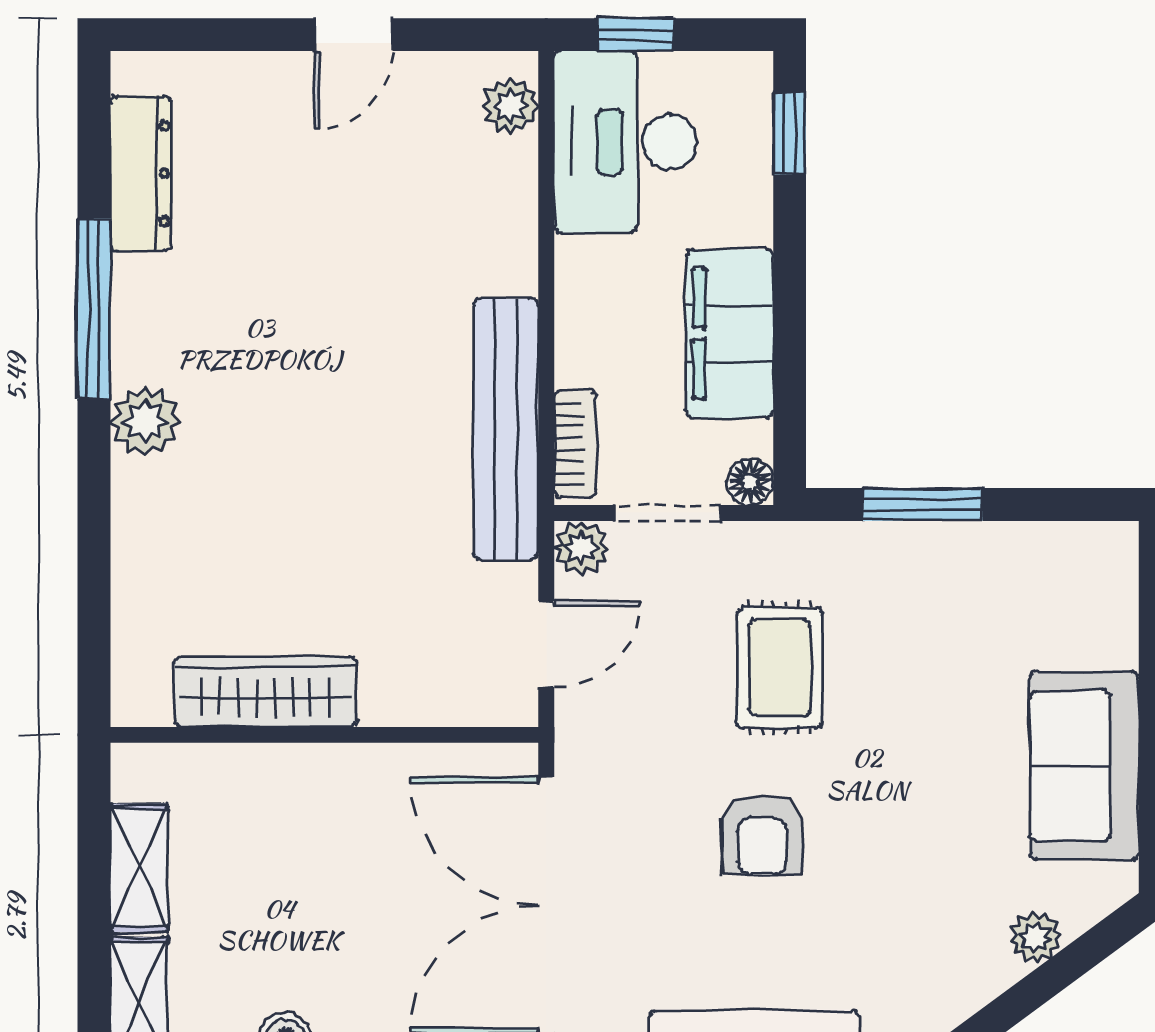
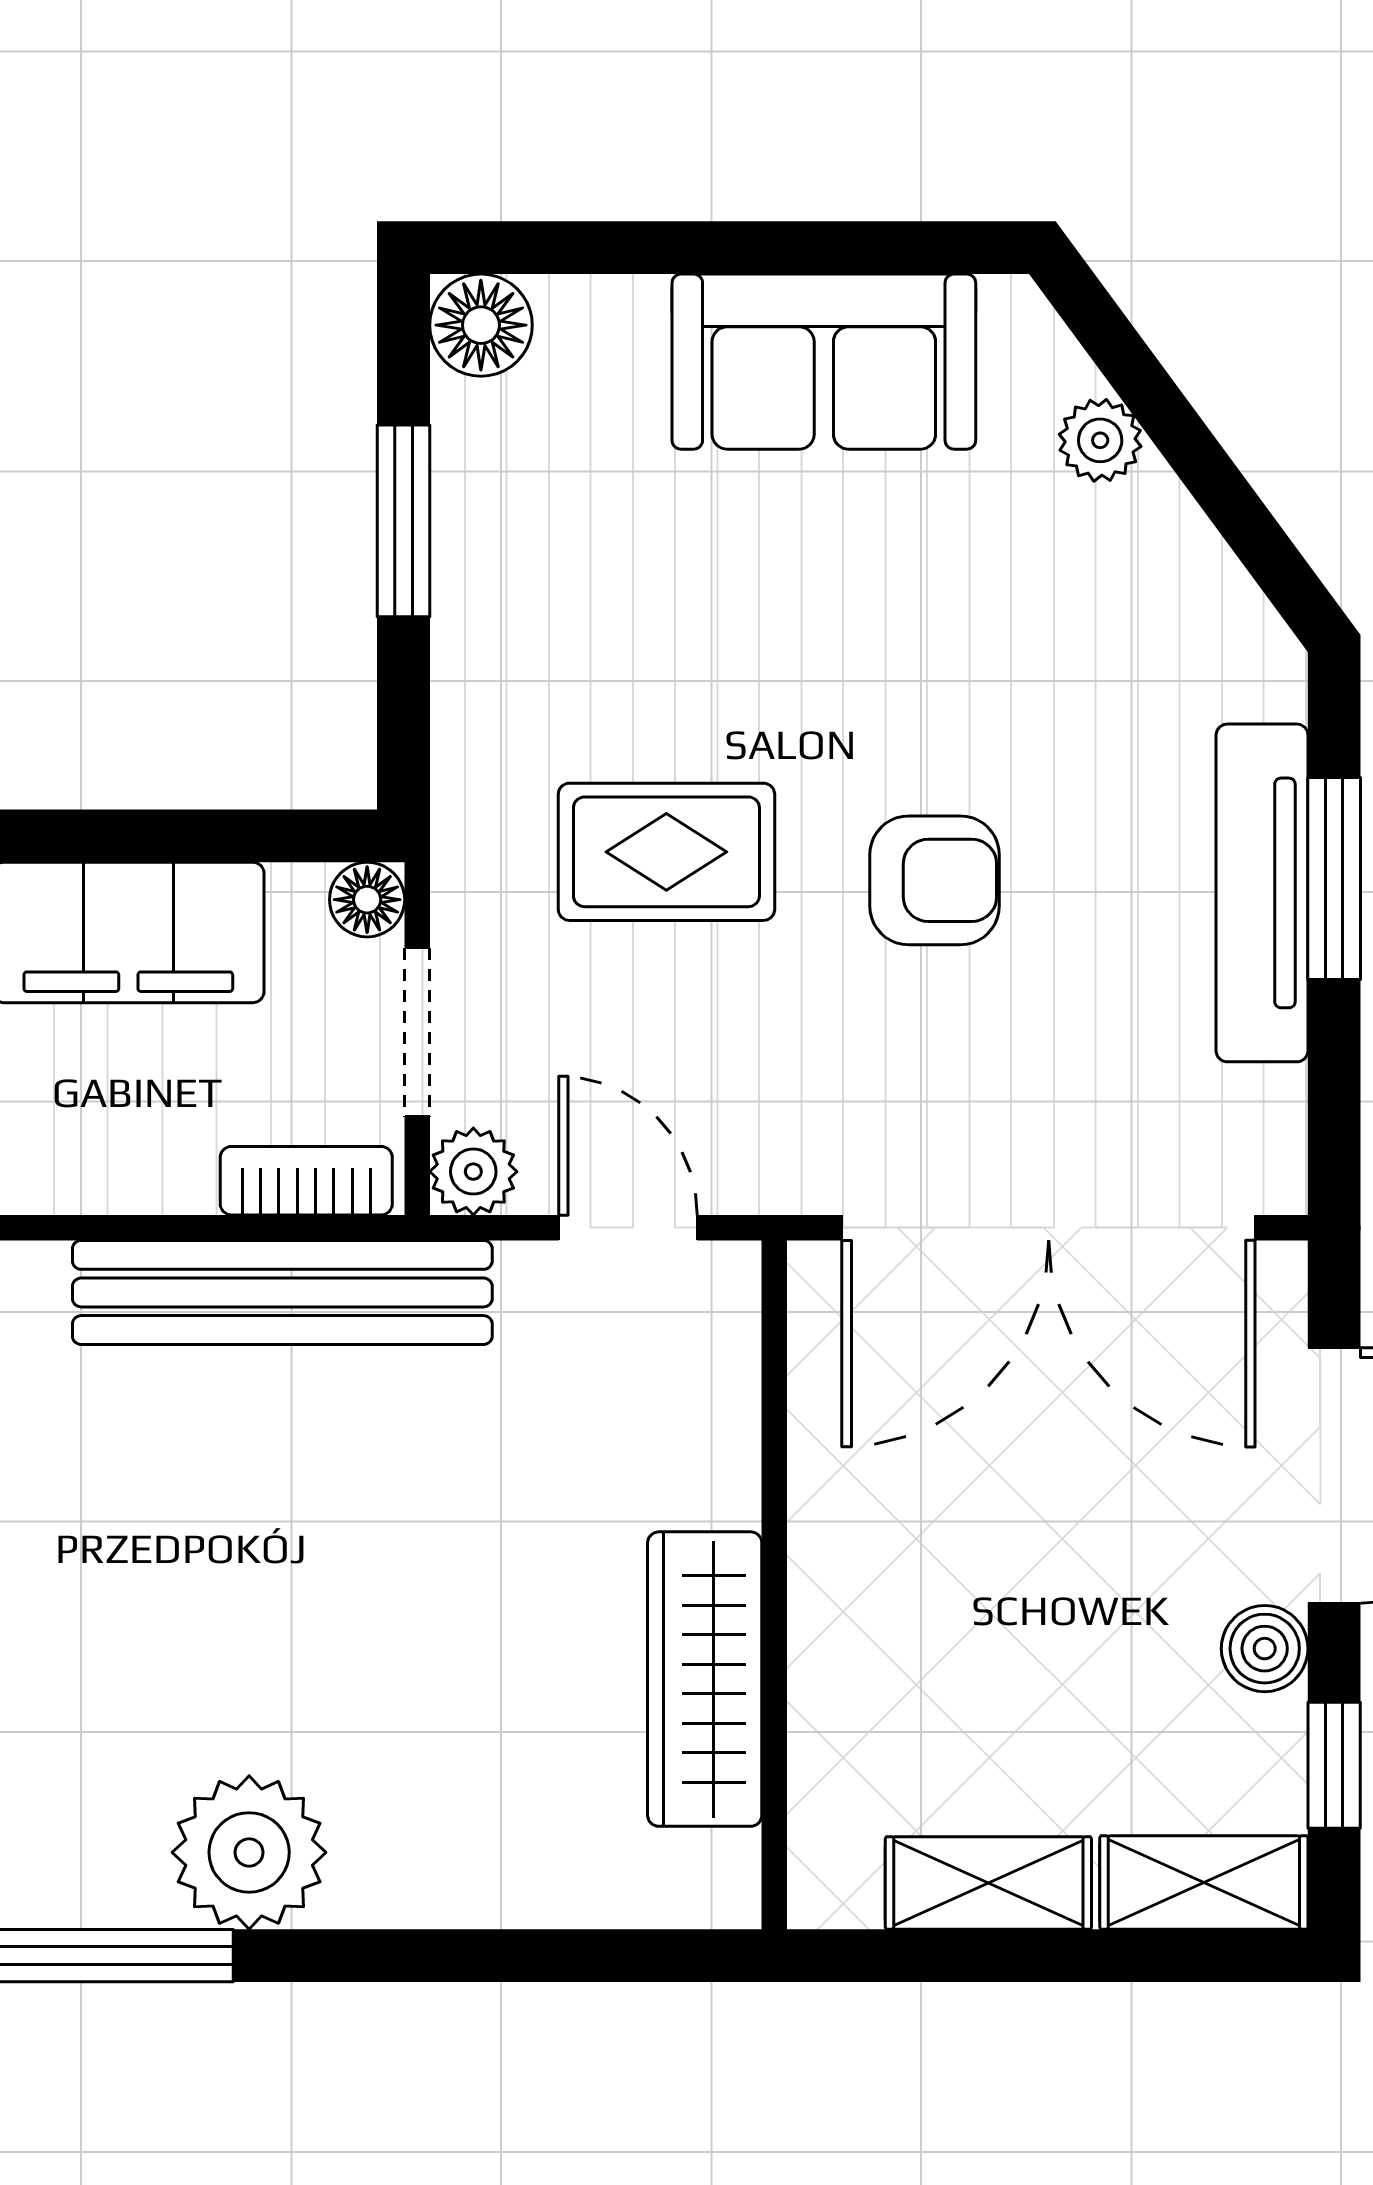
plant: (145, 421) -> (249, 1852), width x1.36, depth x1.36
window: (923, 504) -> (403, 521), moved
floor lamp: (1107, 553) -> (481, 325), added

